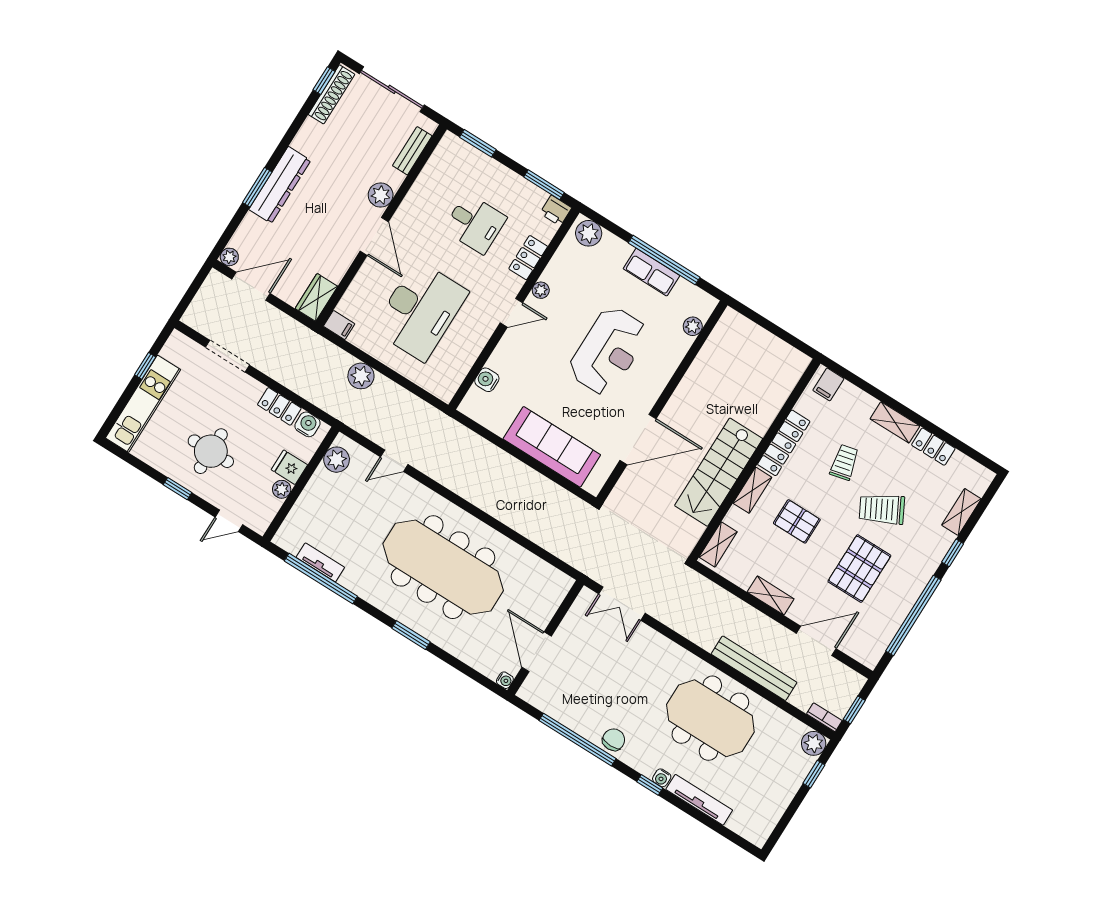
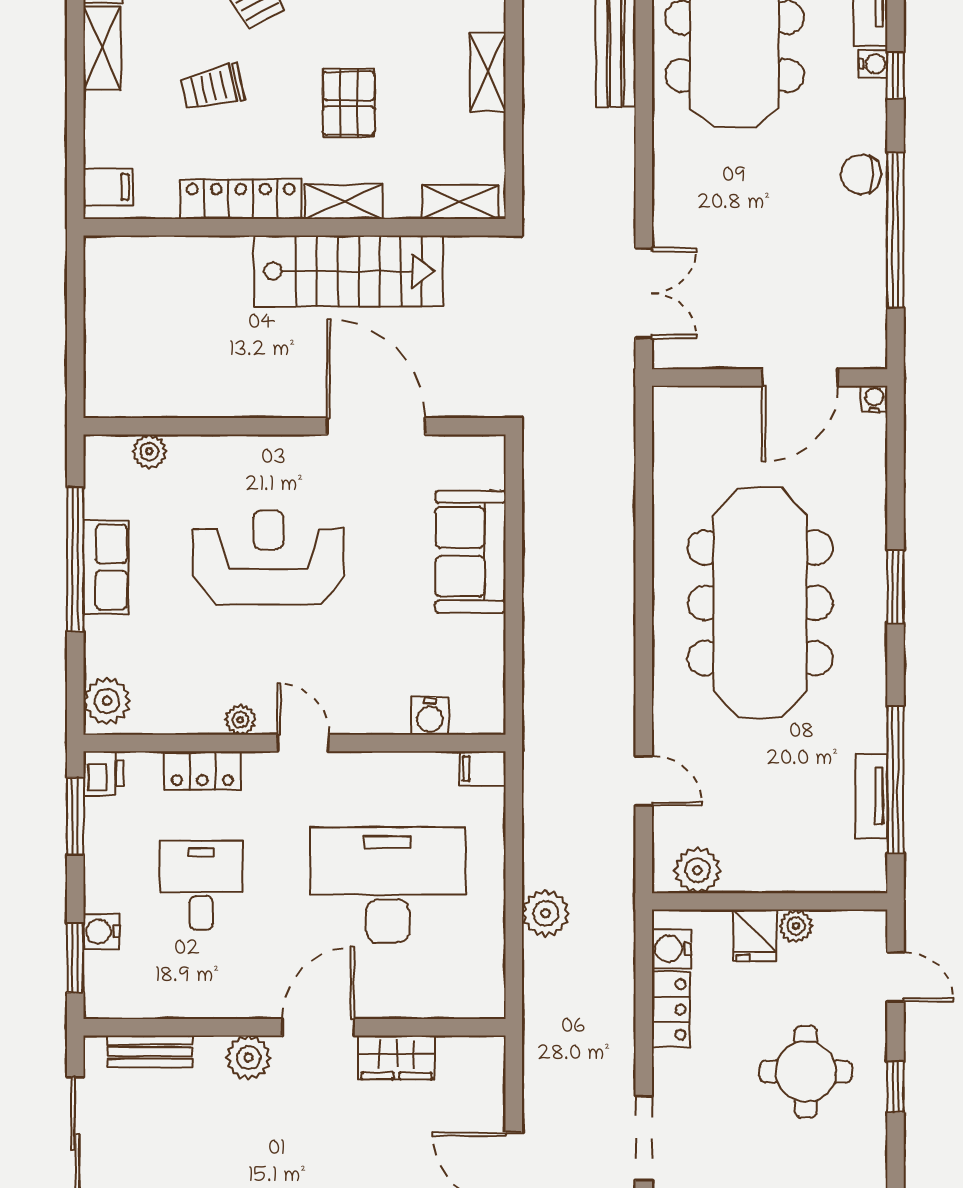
water cooler: (483, 163) -> (101, 932), added
wardrobe: (316, 297) -> (396, 1057), moved
filing cabinet: (339, 325) -> (482, 769), moved, turned -90
sofa: (552, 447) -> (470, 552), width x0.73

